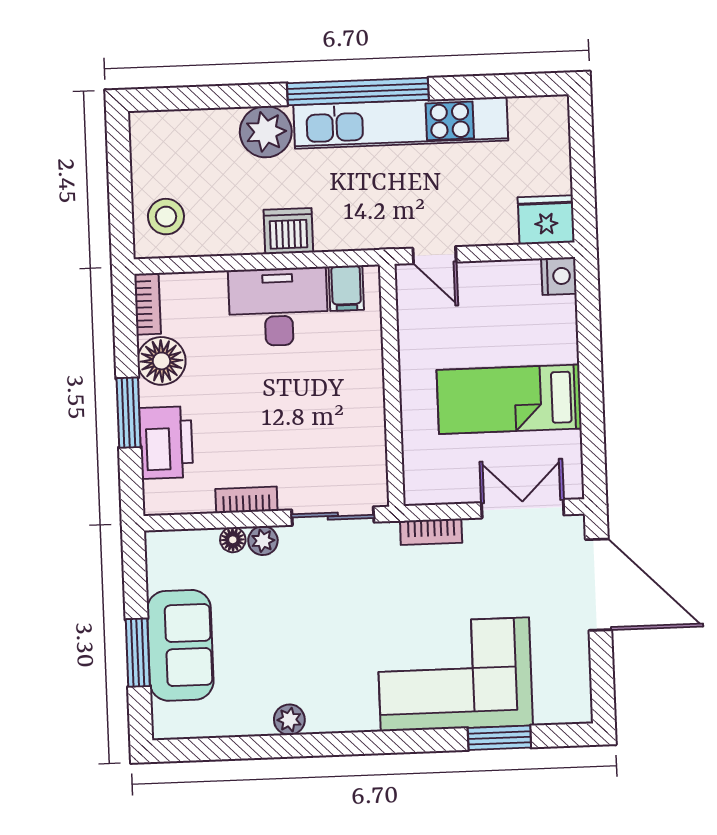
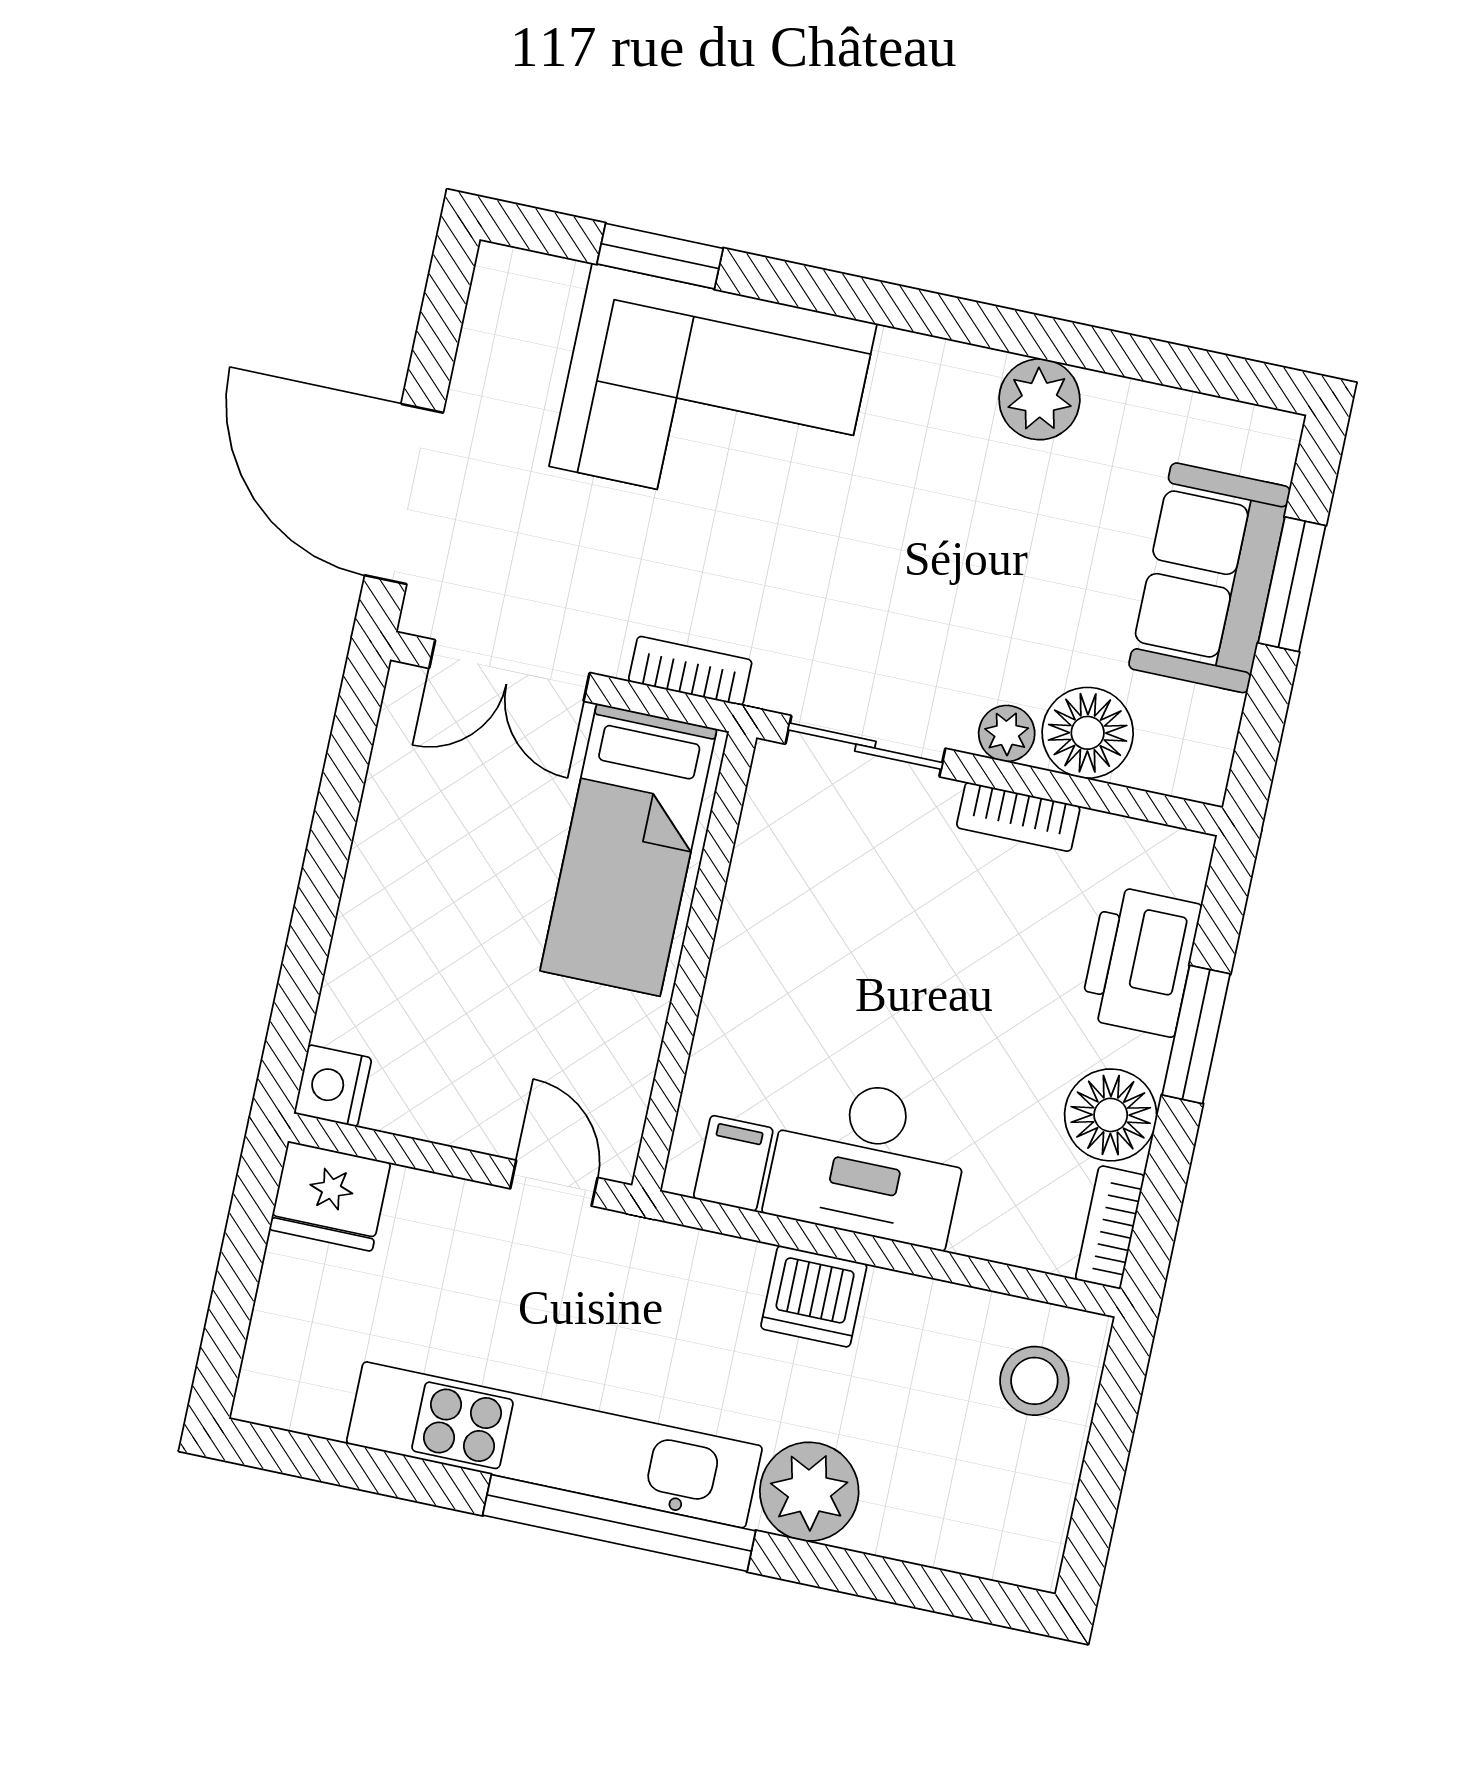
bed: (509, 399) -> (628, 850), moved, turned 90
floor lamp: (233, 540) -> (1088, 733), width x1.89, depth x1.89
plant: (289, 720) -> (1039, 399), width x1.38, depth x1.38

